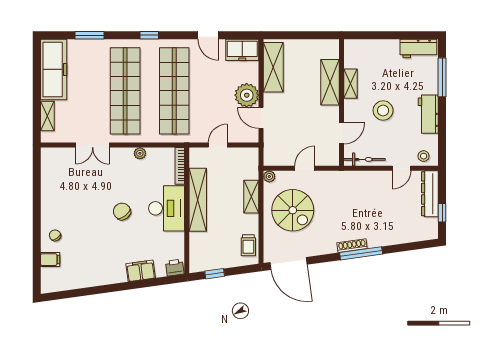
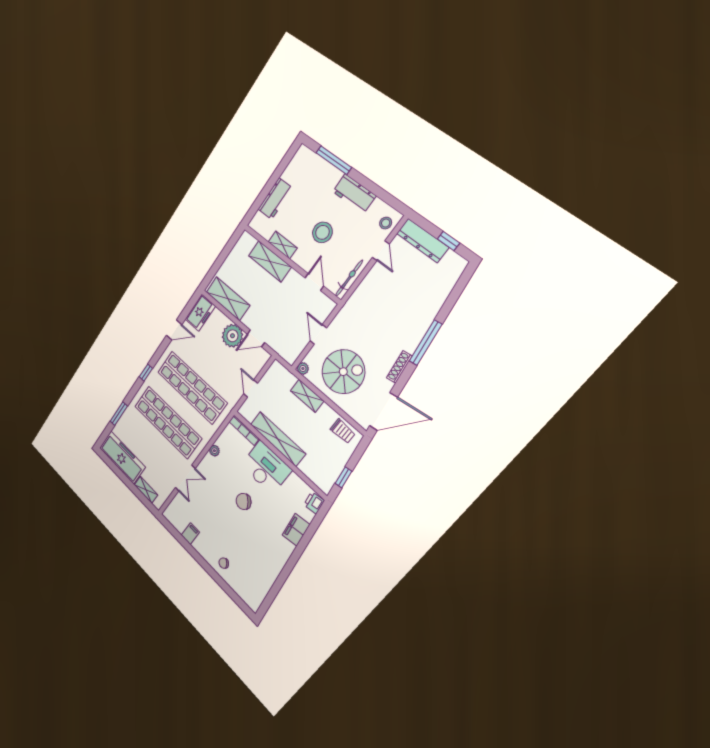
workbench: (418, 49) -> (275, 199), moved
shoe rack: (352, 246) -> (399, 367), moved
filing cabinet: (50, 260) -> (190, 534), moved

